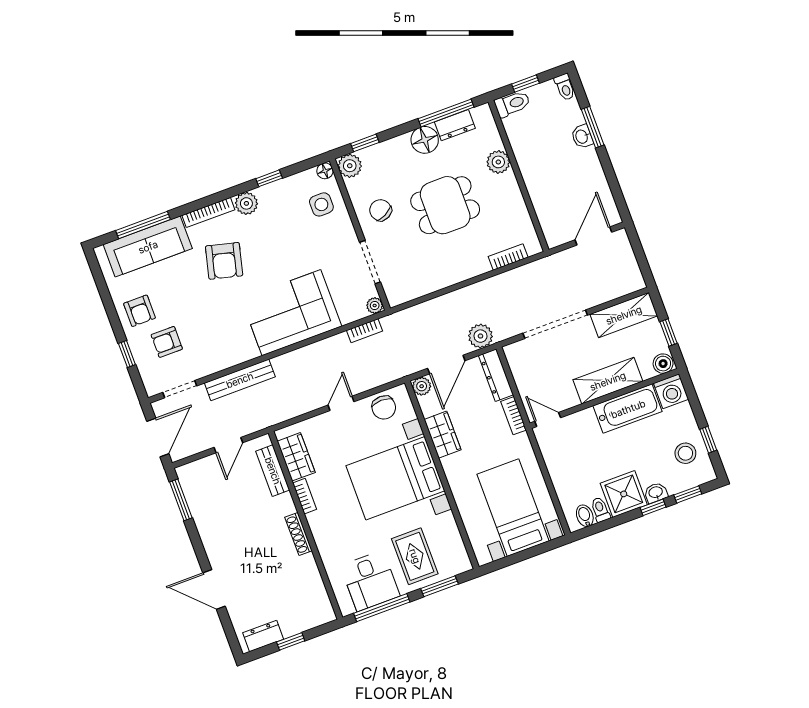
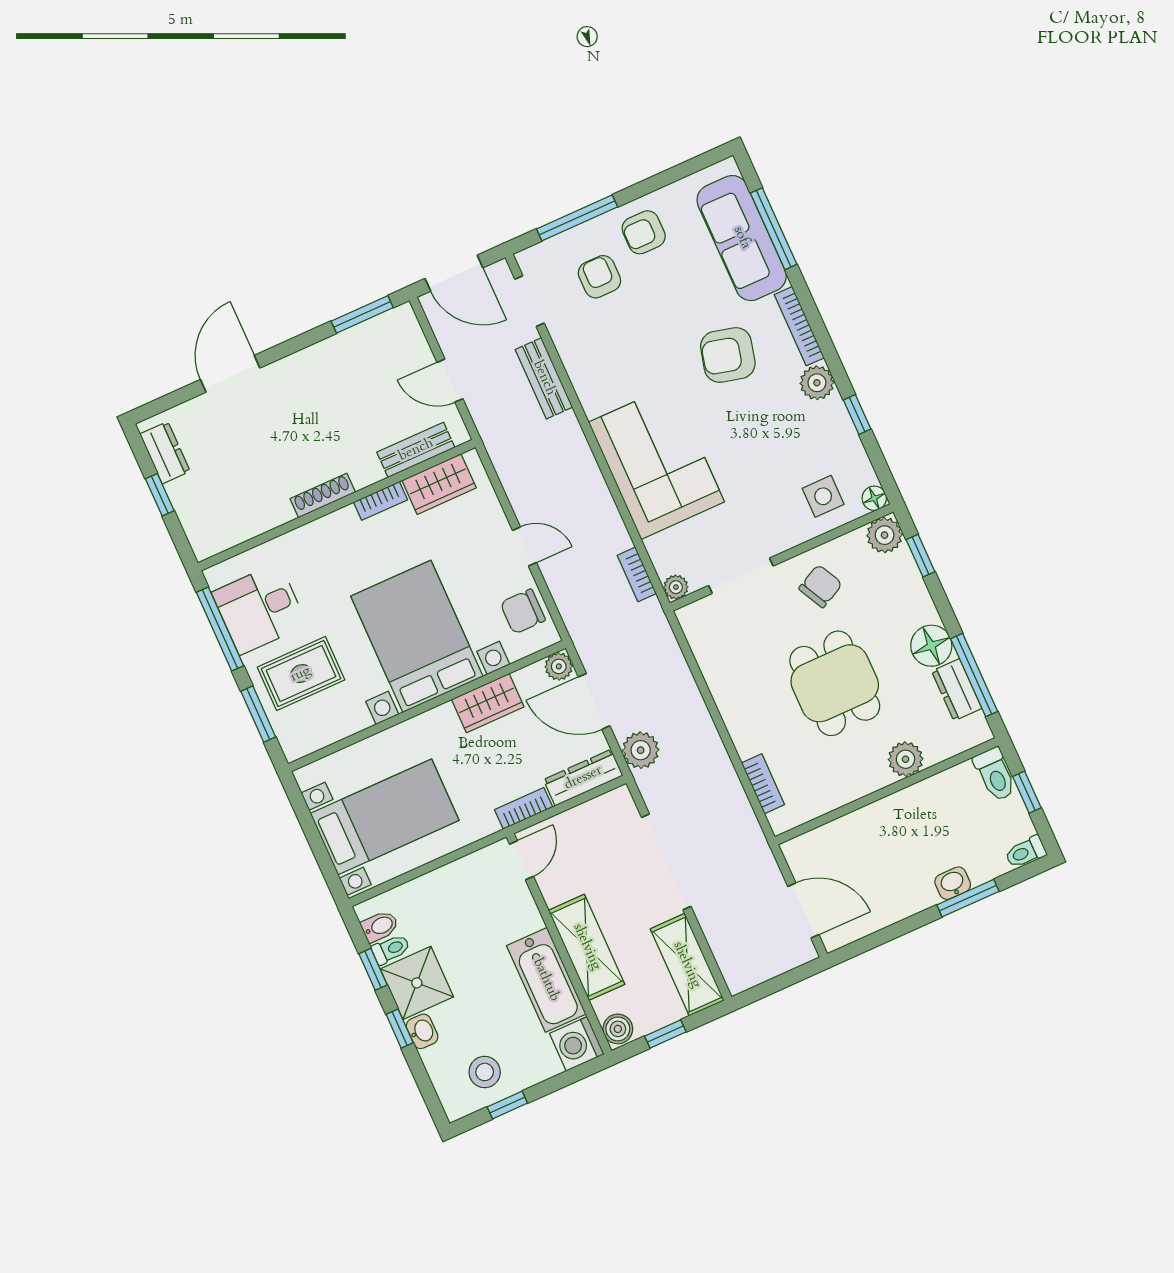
window: (127, 354) -> (577, 218), width x2.17
bench: (240, 380) -> (544, 378), width x0.73
window: (688, 494) -> (373, 969), moved

